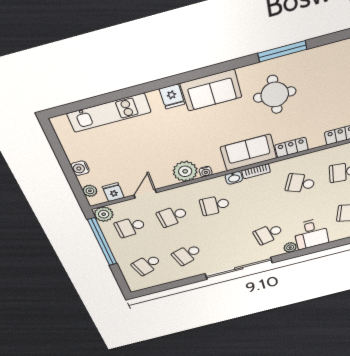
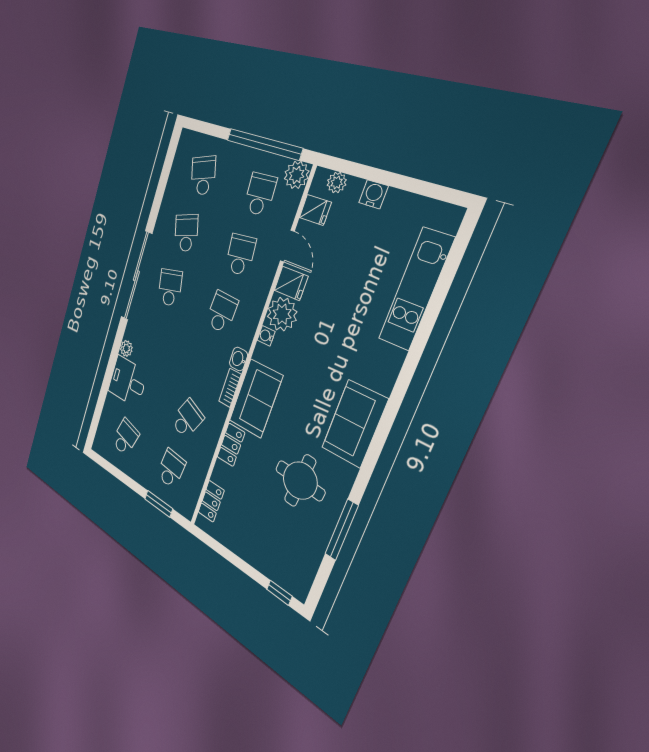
fridge: (172, 96) -> (291, 283), moved, turned 180
school desk: (268, 234) -> (170, 287), moved

